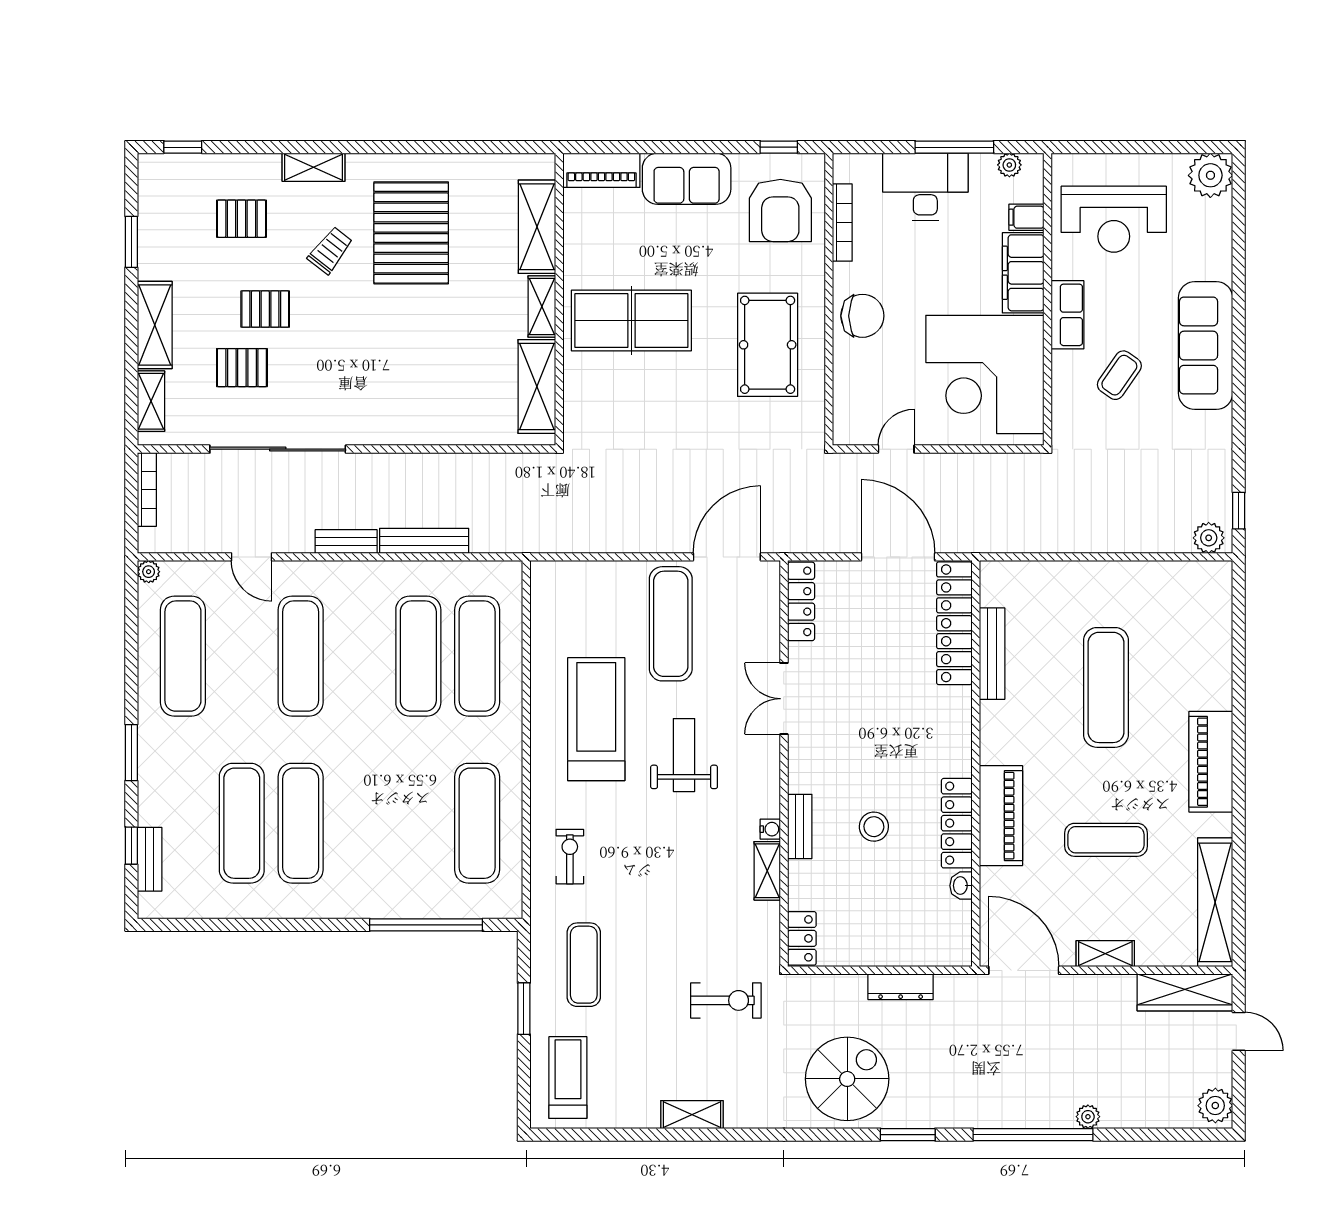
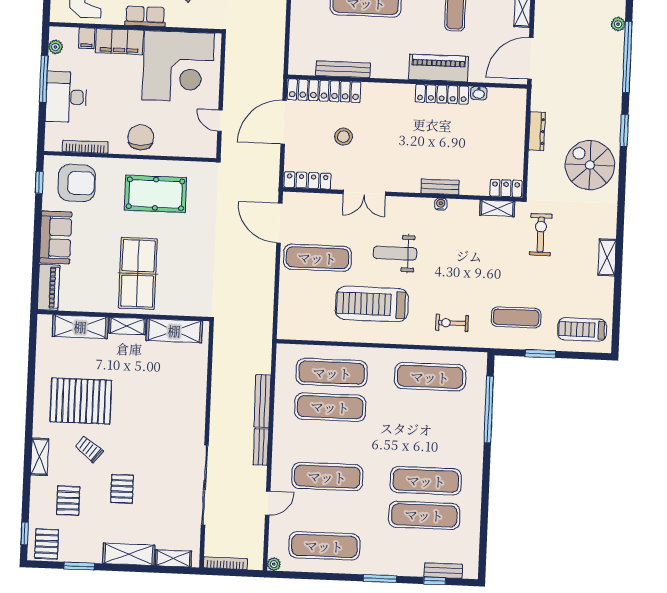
pallet: (242, 368) -> (47, 544), moved
stool: (874, 827) -> (343, 137), moved
shelving: (767, 871) -> (497, 208), moved

